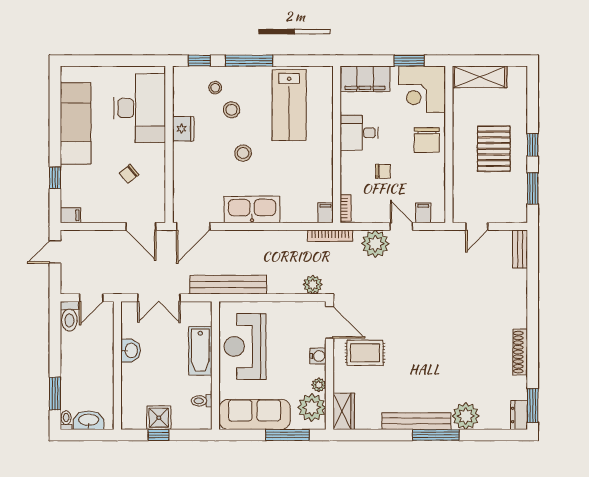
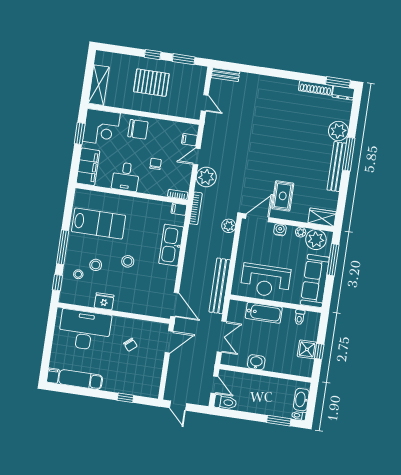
exam couch: (76, 123) -> (81, 380), width x0.73, depth x0.69
kitchen sink: (252, 209) -> (171, 245), moved
filing cabinet: (70, 215) -> (53, 376), moved
shoe rack: (520, 352) -> (316, 88), moved

